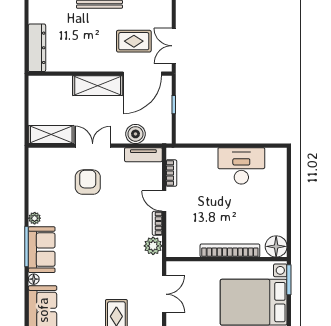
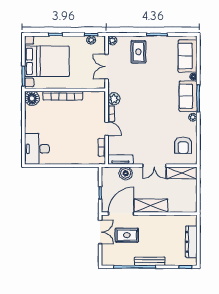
dresser: (37, 48) -> (191, 242), moved
desk: (241, 166) -> (37, 149), moved, turned 90
armchair: (88, 182) -> (183, 145), moved

